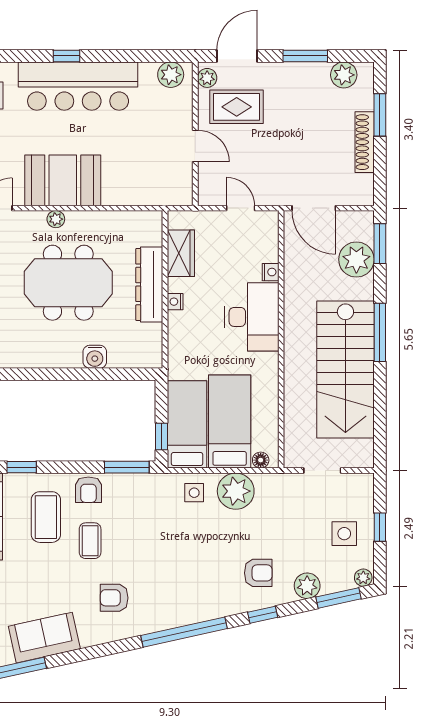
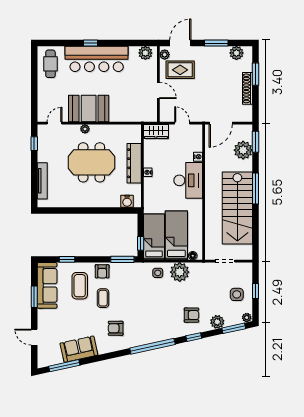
door: (314, 208) -> (221, 123), hinge flipped
wardrobe: (181, 253) -> (156, 131), moved, turned 90
water cooler: (95, 357) -> (127, 201), moved

